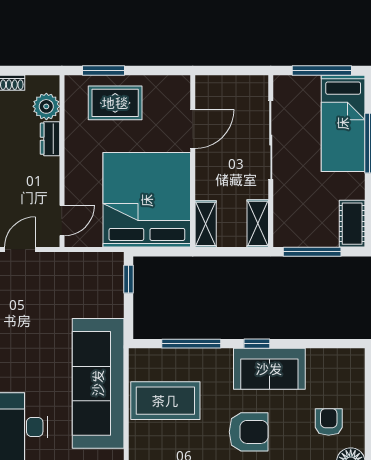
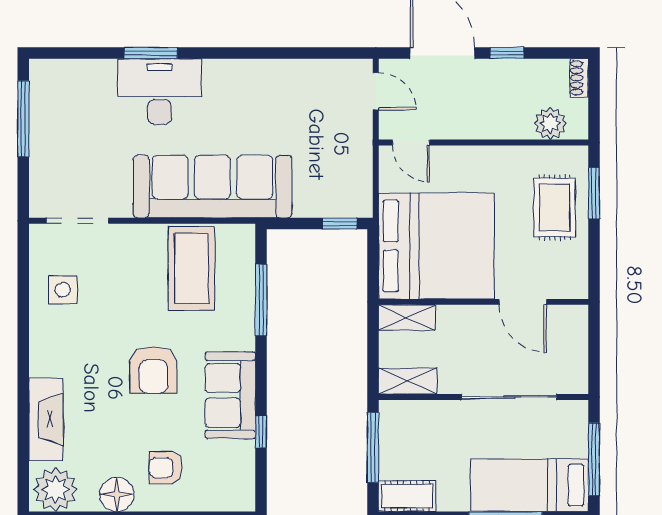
dresser: (50, 139) -> (511, 128), removed
window: (257, 344) -> (261, 432), moved
armchair: (329, 422) -> (166, 468), turned 180

